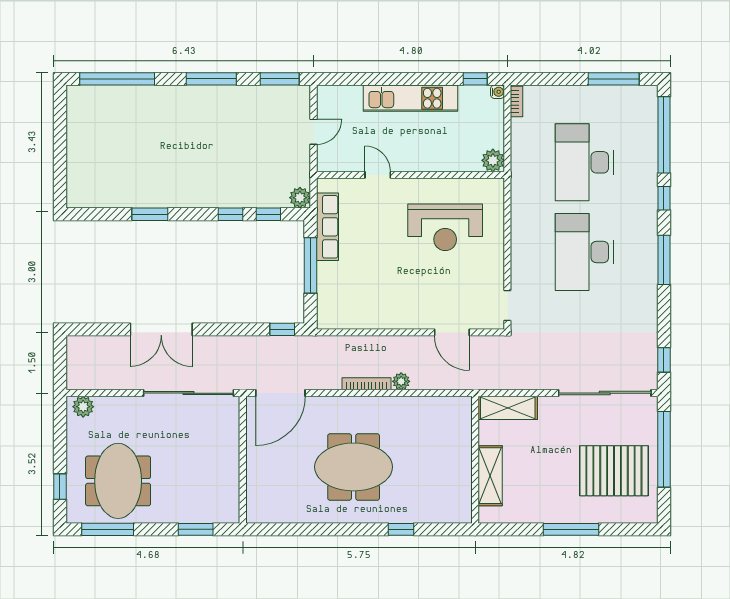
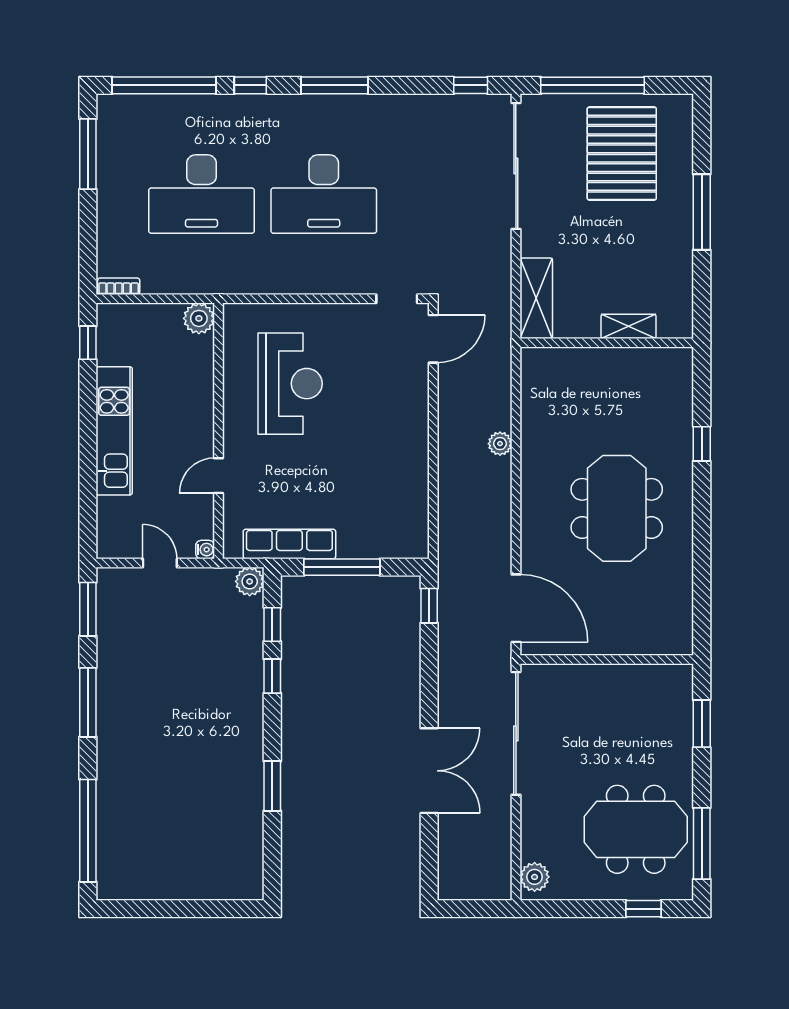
water cooler: (498, 92) -> (205, 550), moved, turned 90
door: (452, 332) -> (433, 339), moved
bookcase: (367, 384) -> (503, 491), removed
shelving: (490, 476) -> (629, 326), width x0.67, depth x0.75

